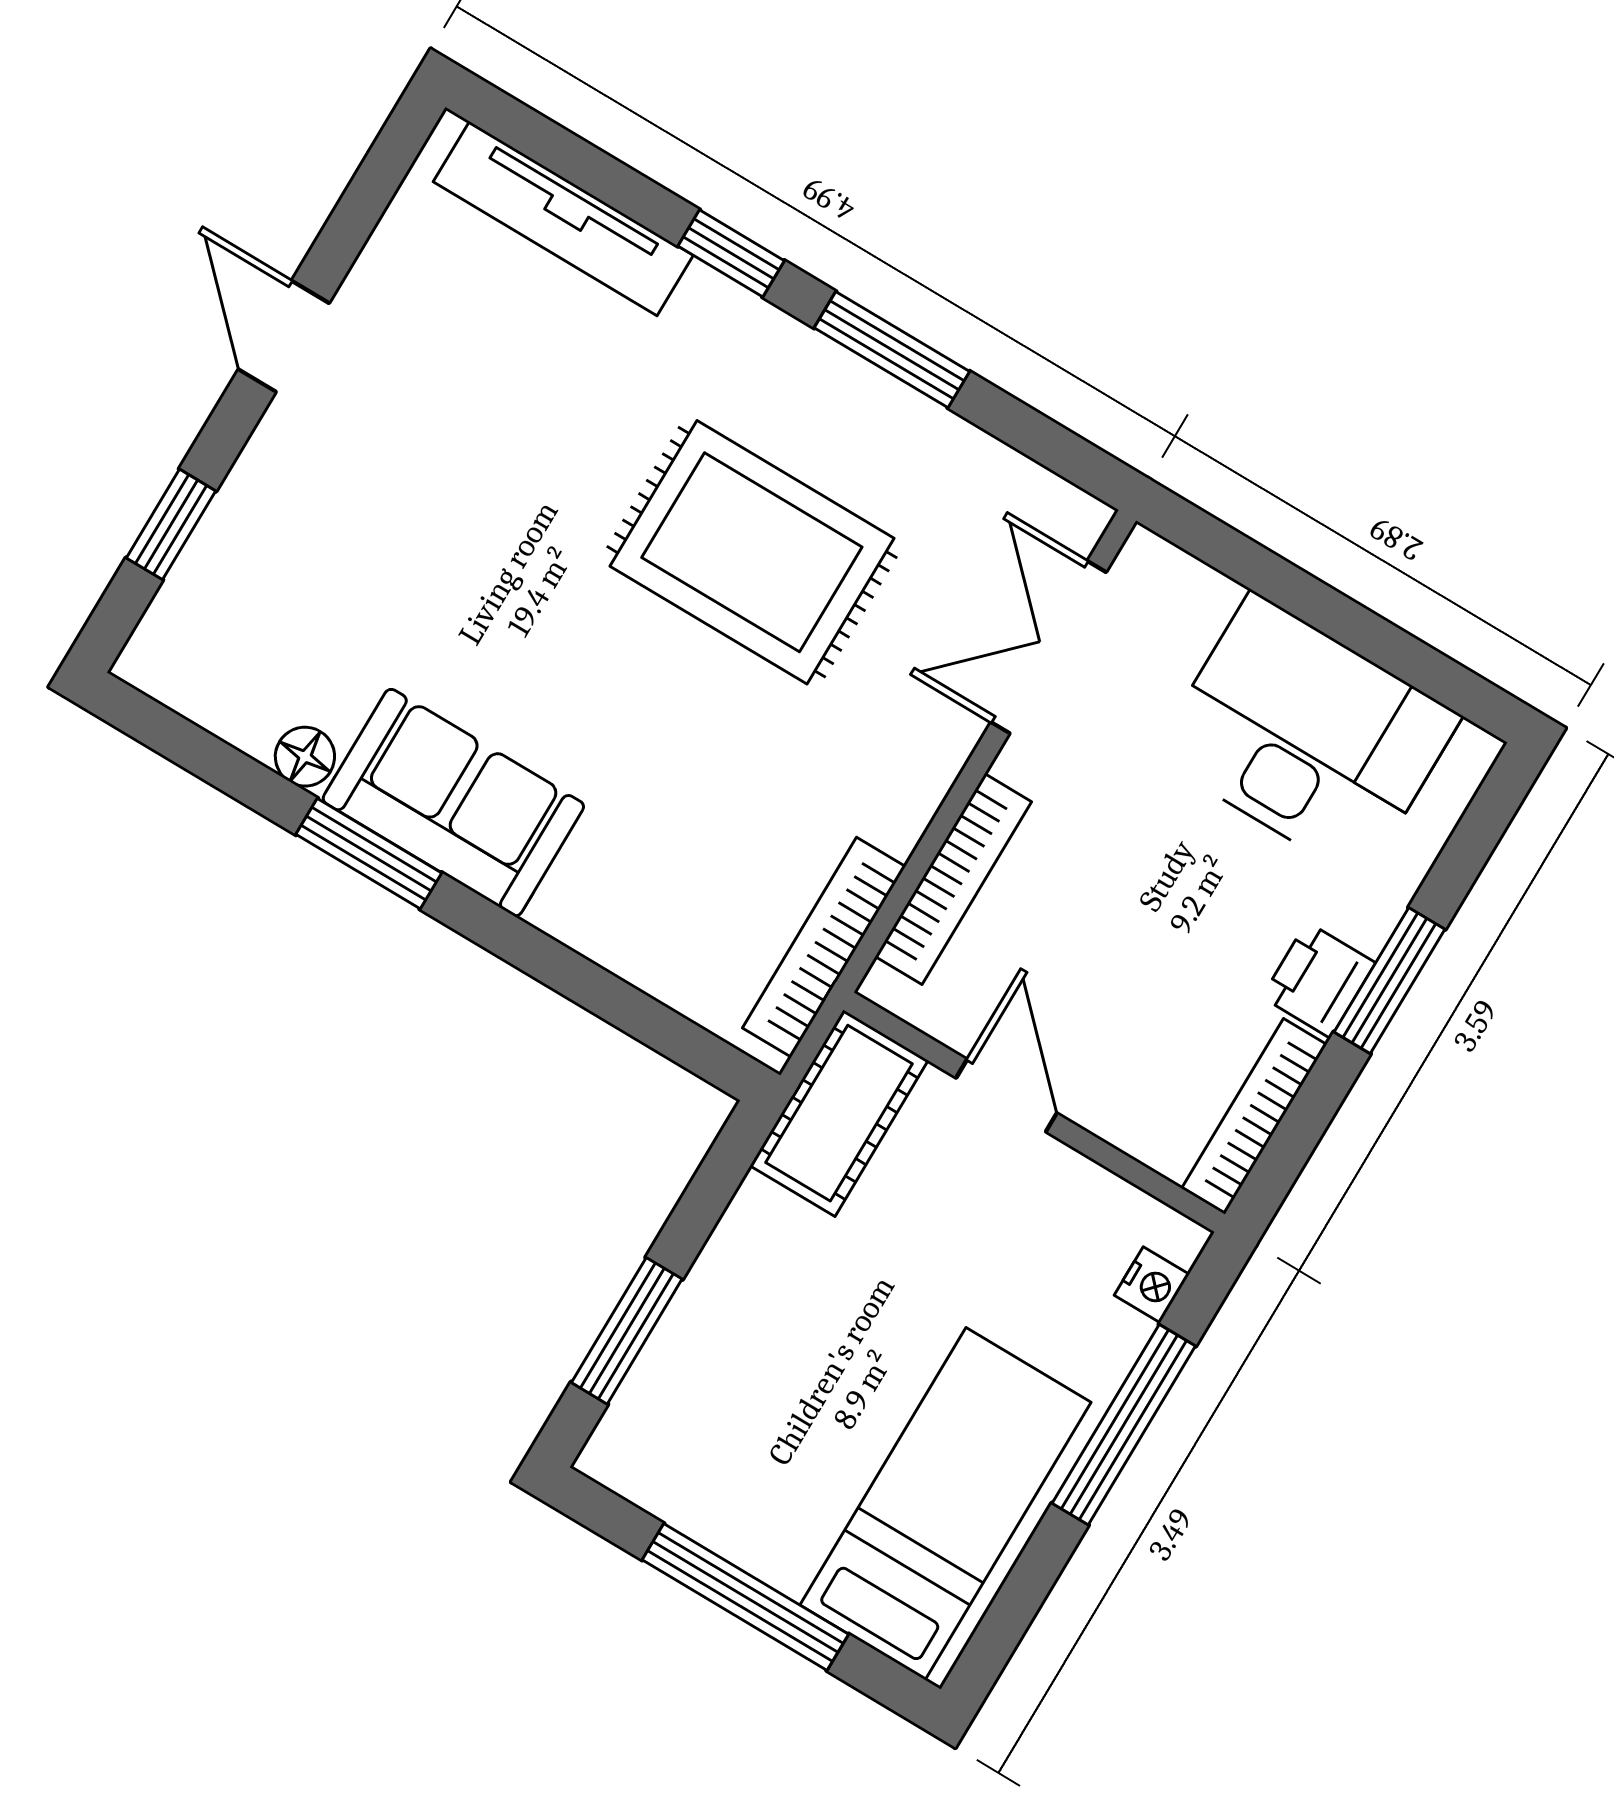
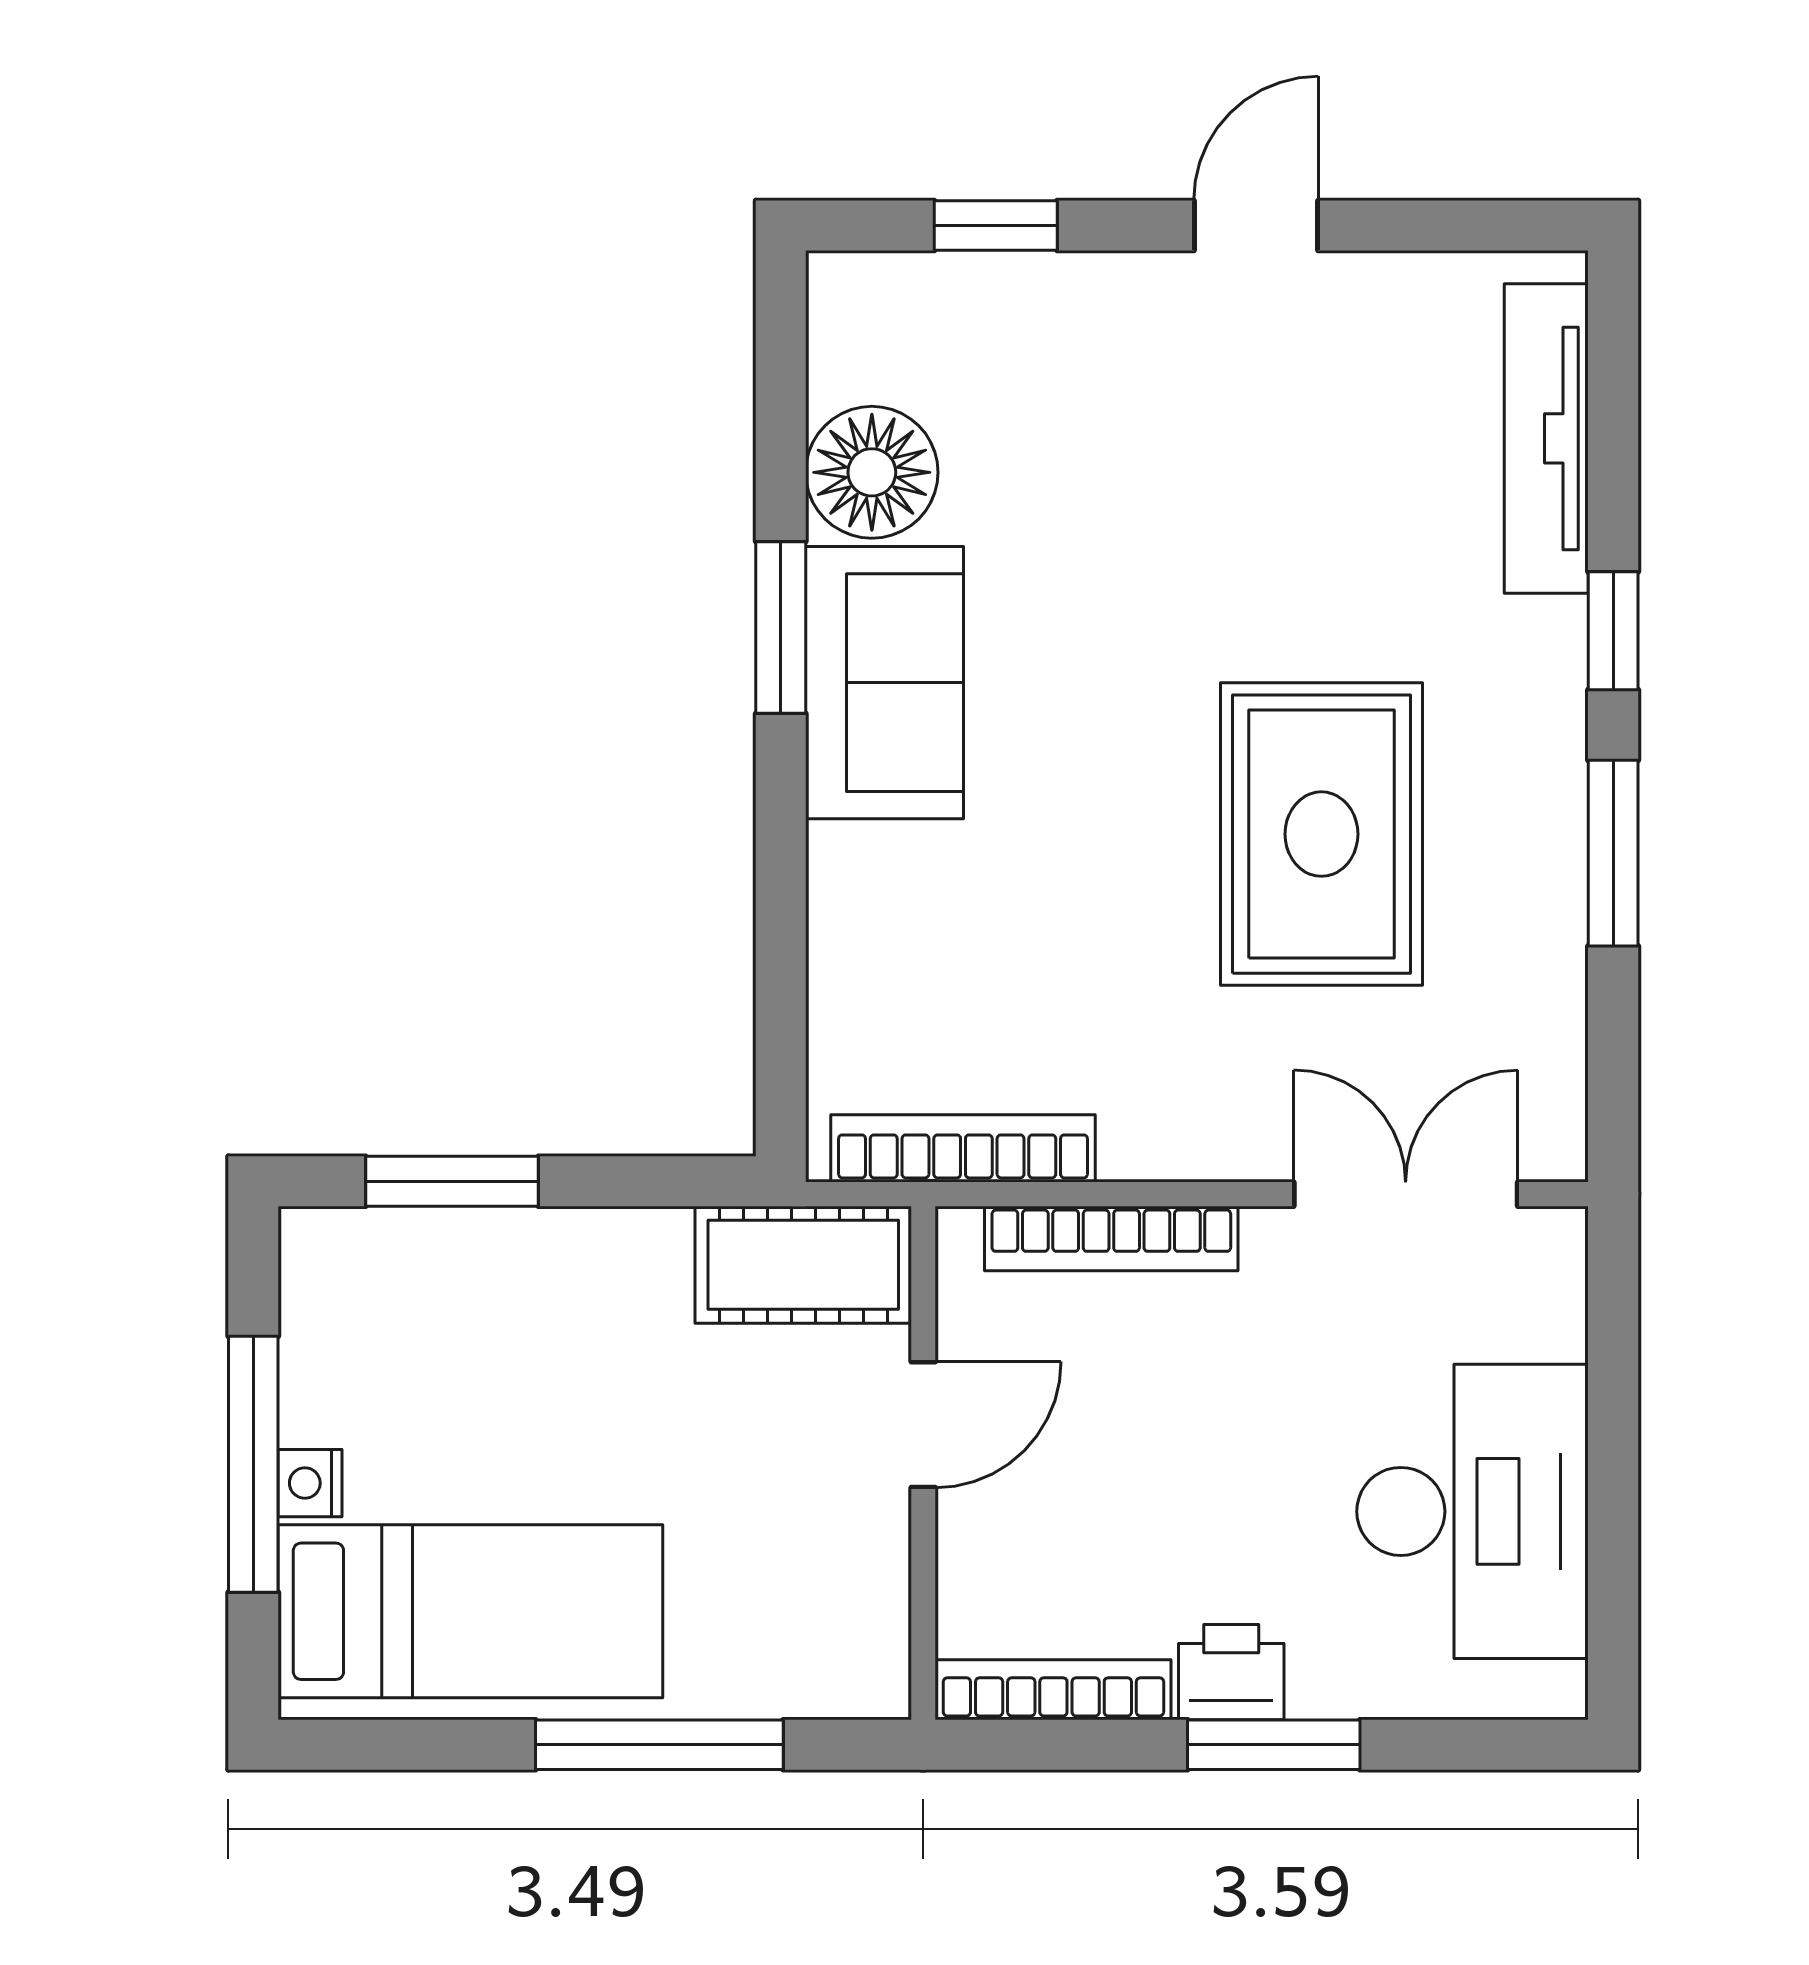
floor lamp: (305, 757) -> (872, 472), width x1.89, depth x1.89
nightstand: (1152, 1285) -> (310, 1483), moved, turned 90

